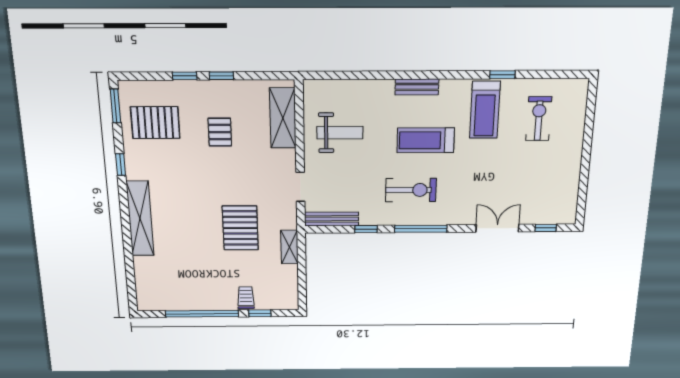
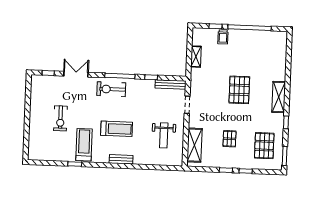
exercise bike: (539, 119) -> (60, 118), moved
pallet: (155, 123) -> (264, 146), turned 90
weight bench: (340, 133) -> (164, 135), turned -90
exercise bike: (411, 190) -> (111, 89), moved
shelving: (140, 219) -> (279, 97), width x0.68
pallet: (240, 228) -> (239, 90), moved
double door: (497, 228) -> (76, 74), swing flipped
shelving: (289, 247) -> (196, 57), moved

